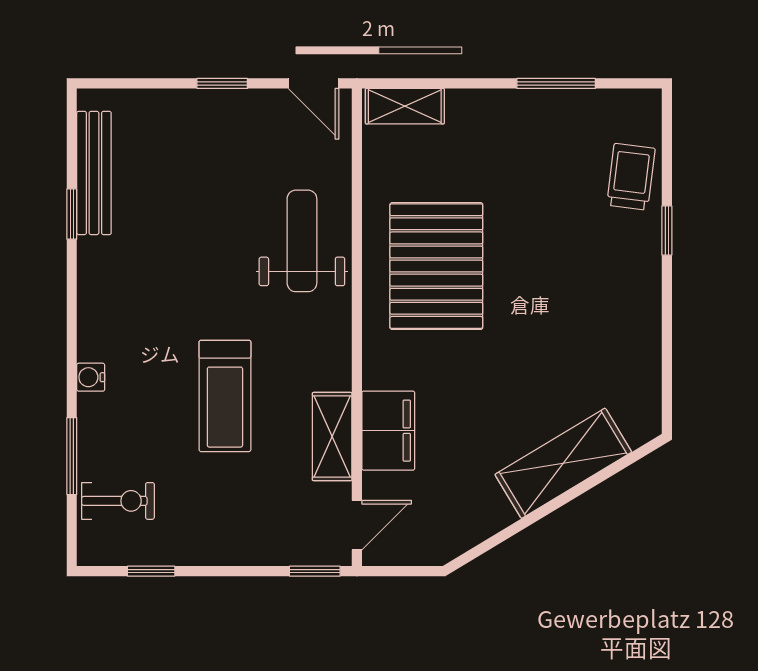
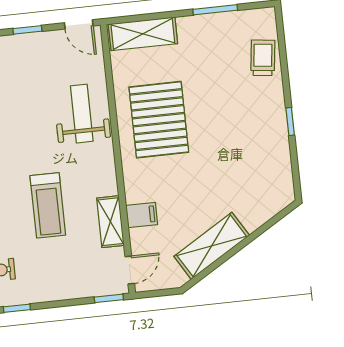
shelving: (405, 106) -> (143, 34), width x1.50, depth x1.33
window: (667, 230) -> (290, 121), moved
filing cabinet: (388, 431) -> (142, 215), width x0.50
shelving: (563, 463) -> (212, 246), moved

